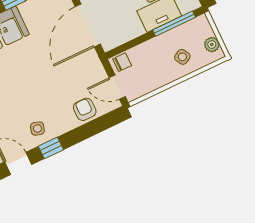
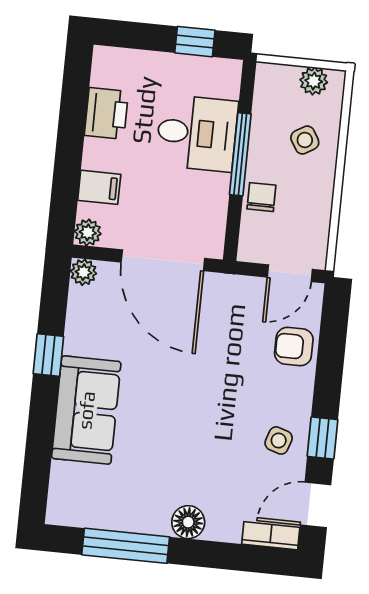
window: (174, 24) -> (240, 154), moved
chair: (122, 62) -> (261, 197), moved

